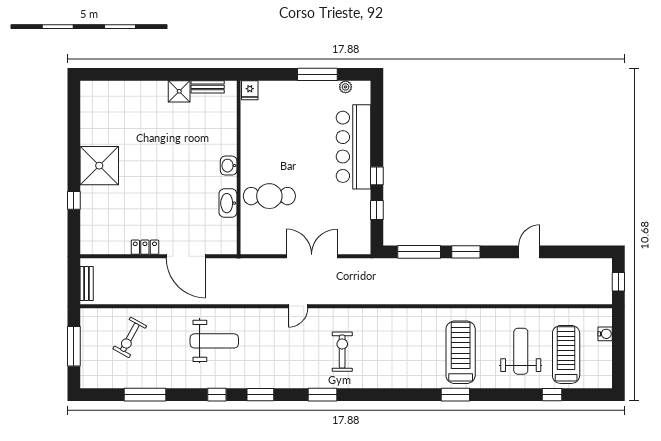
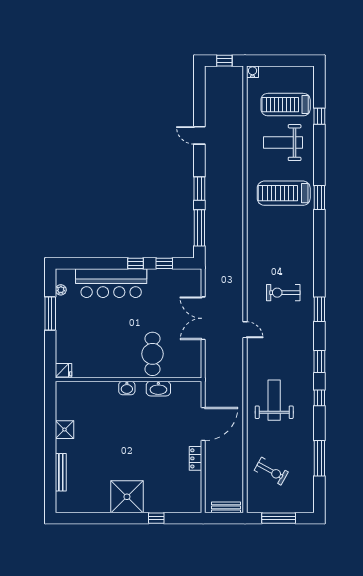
bench: (208, 87) -> (61, 472), moved, width x1.36
water cooler: (605, 334) -> (253, 72), moved

